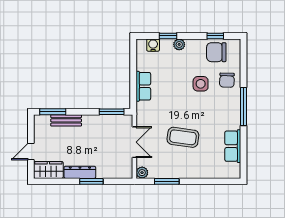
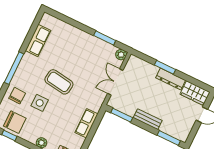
bench: (66, 120) -> (148, 119), moved
coffee table: (183, 137) -> (59, 82), moved

